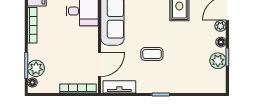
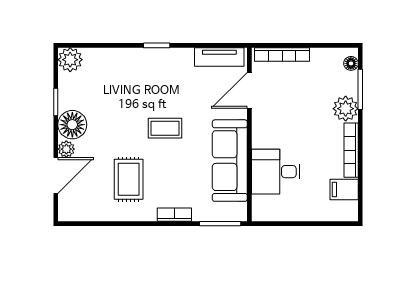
floor lamp: (221, 42) -> (72, 125), width x1.89, depth x1.89
coffee table: (152, 54) -> (165, 128), moved
plant: (218, 61) -> (70, 60), moved
plant: (36, 68) -> (346, 109), moved

